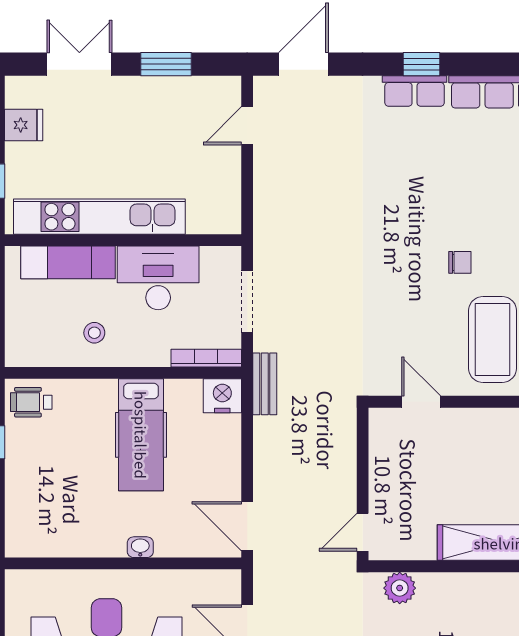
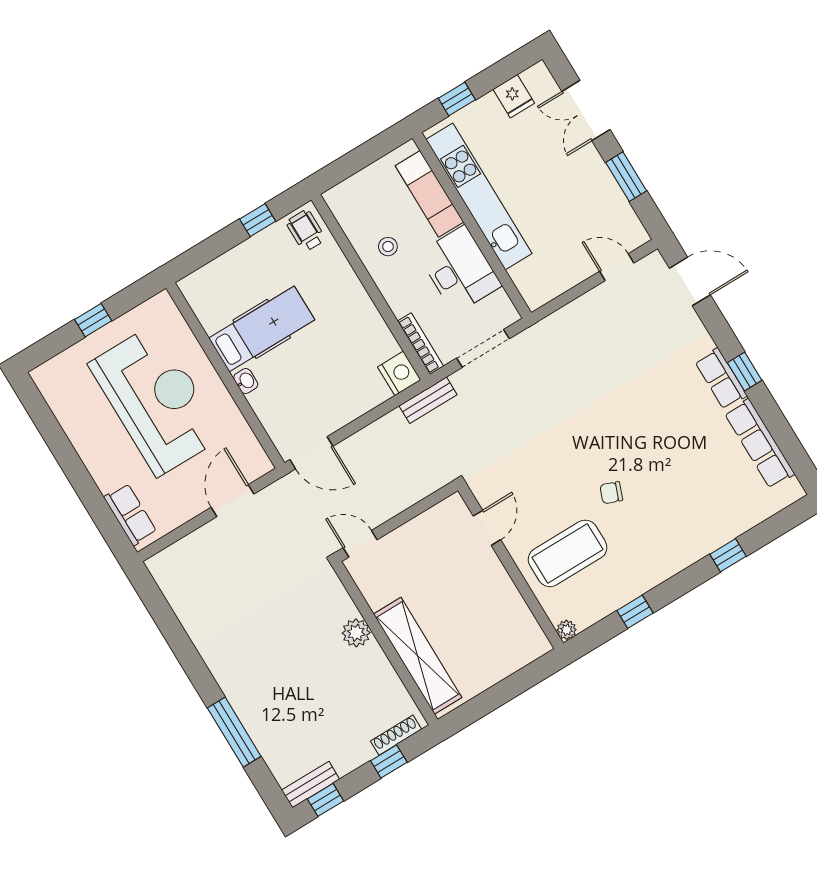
double door: (79, 64) -> (586, 111), swing flipped
chair: (460, 262) -> (611, 493), turned 111
hospital bed: (141, 435) -> (262, 329), moved, turned 180
door: (247, 526) -> (311, 453), swing flipped
plant: (400, 588) -> (356, 633), moved

